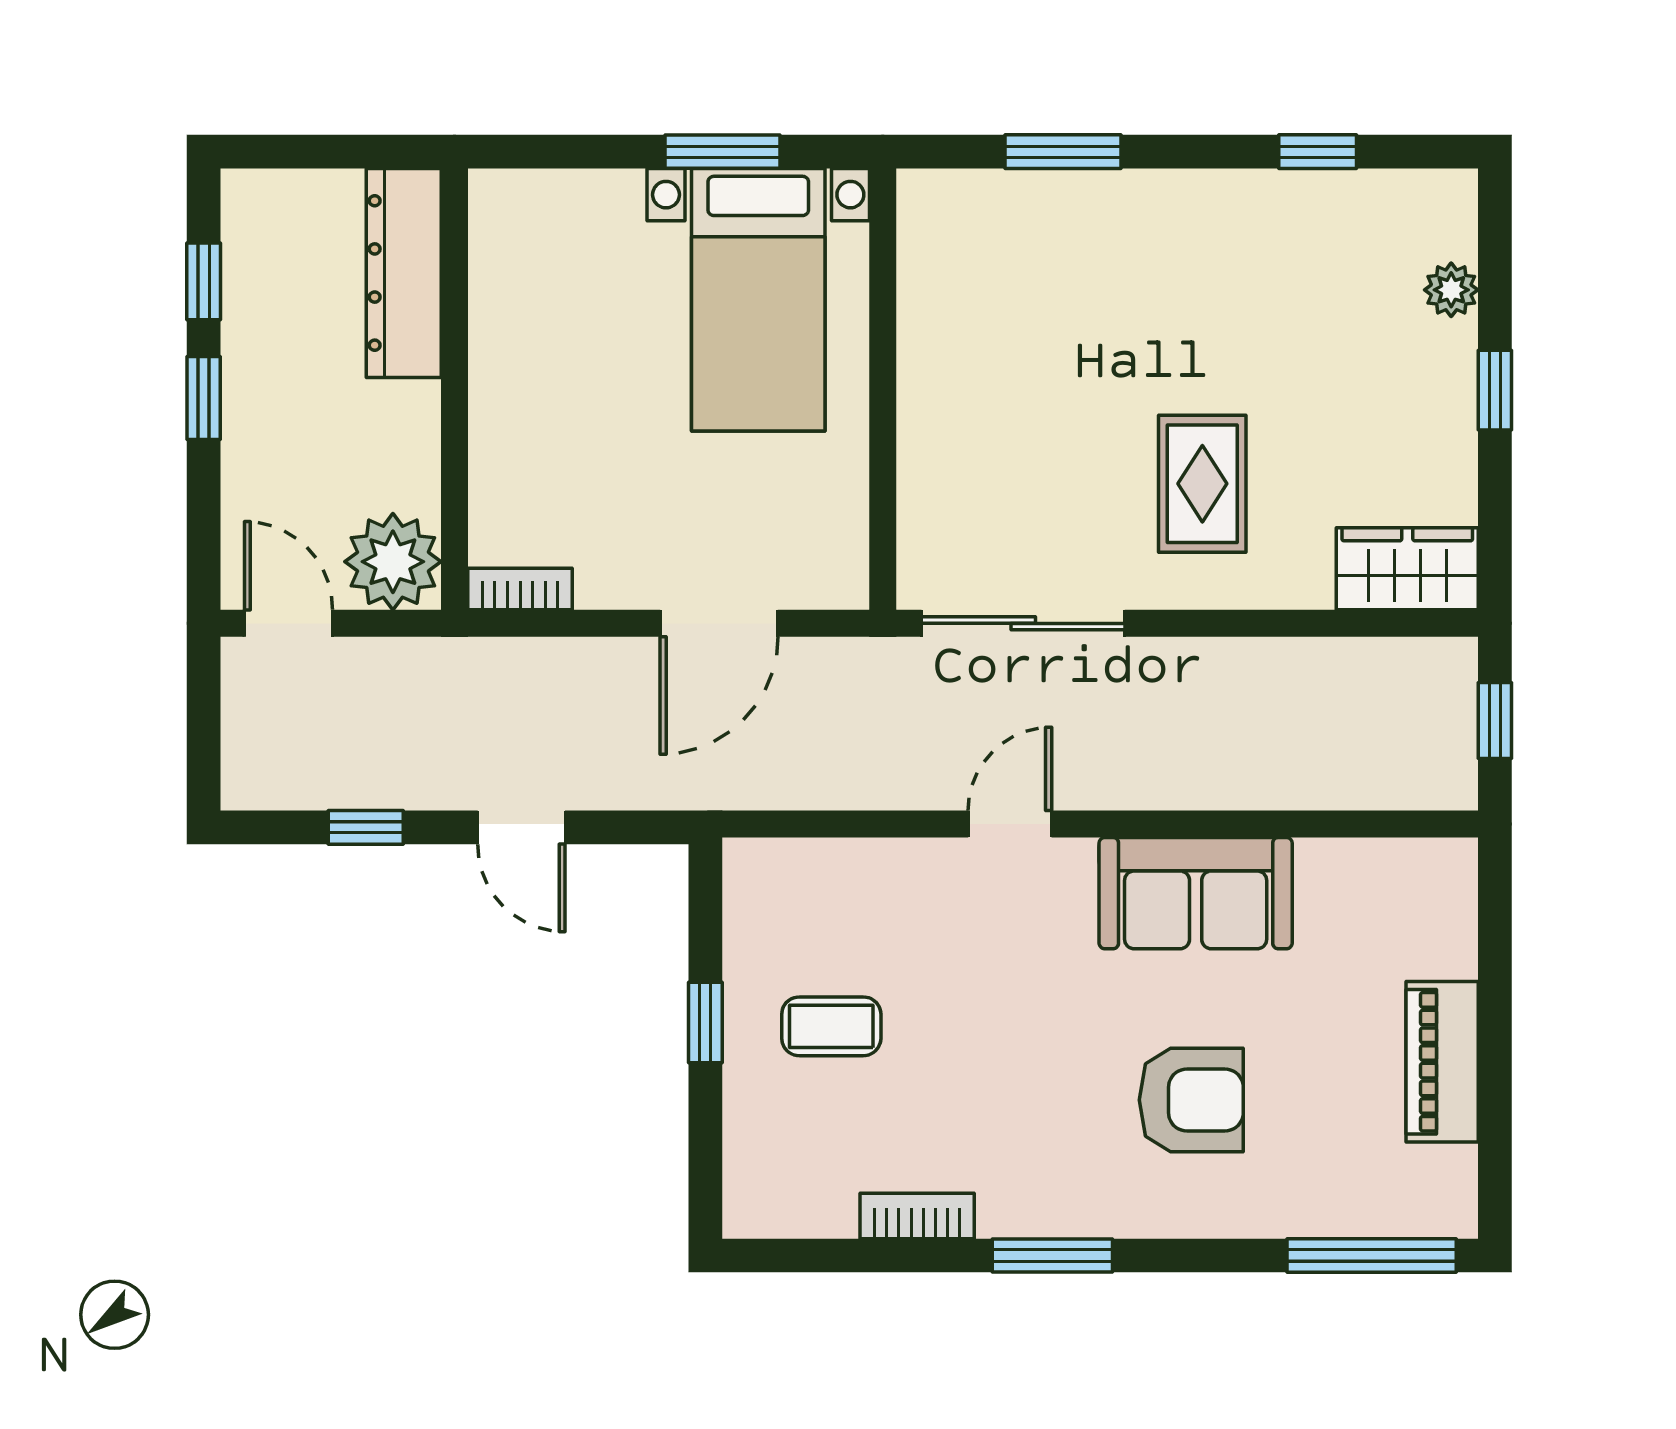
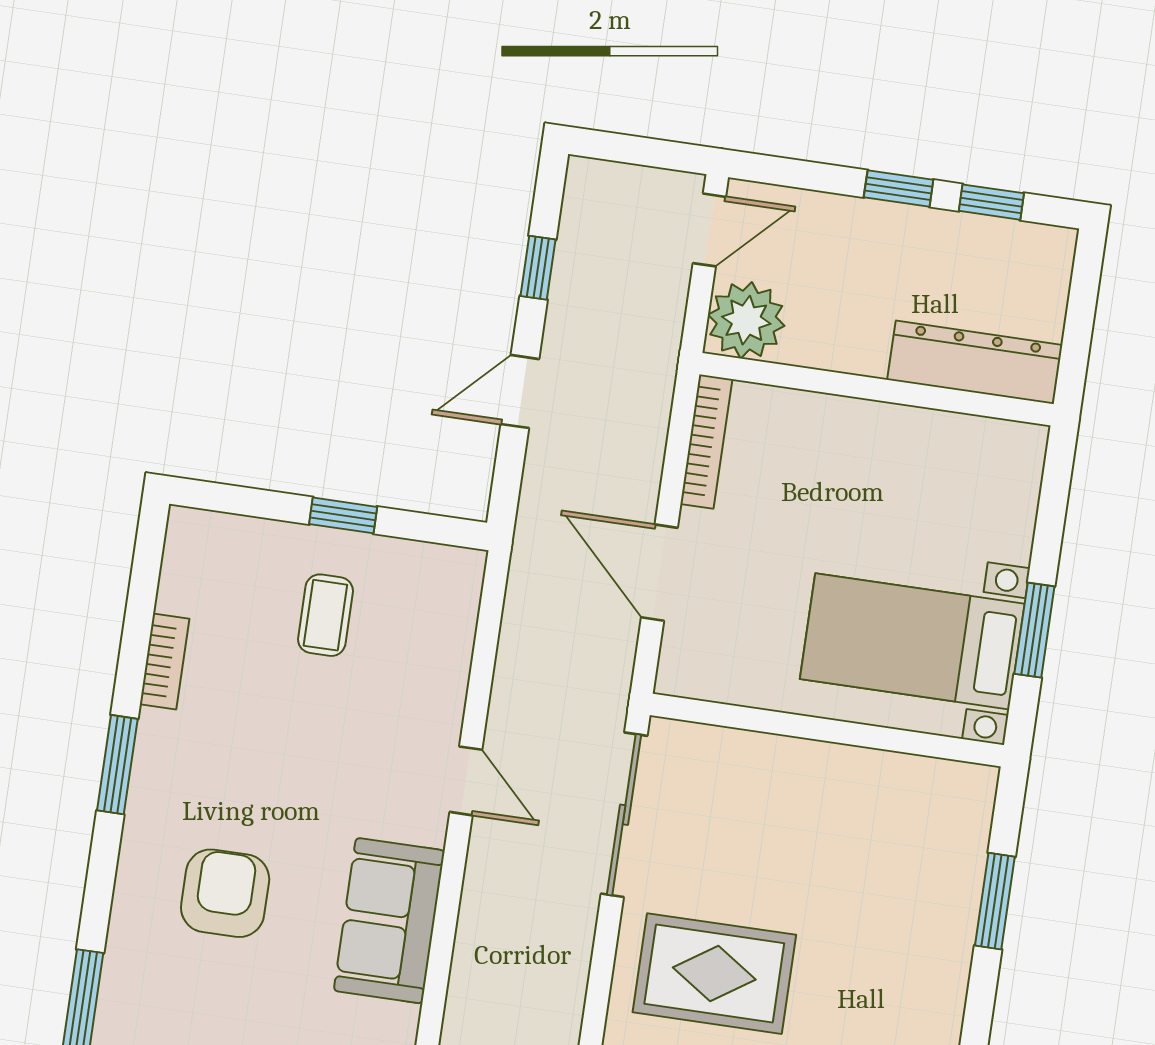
rug: (1202, 484) -> (714, 974), width x1.36, depth x1.43
bookcase: (520, 589) -> (706, 442), width x1.56
armchair: (1191, 1100) -> (225, 893), turned 180

